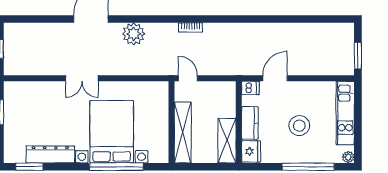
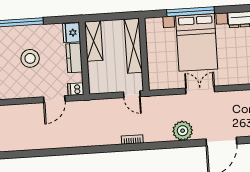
double door: (82, 78) -> (200, 90), moved

